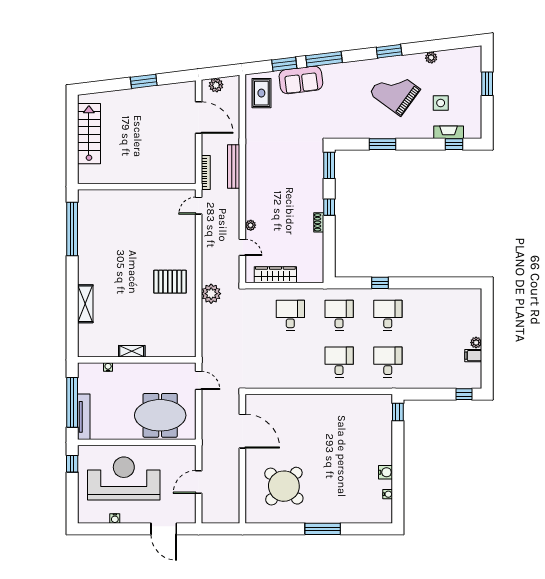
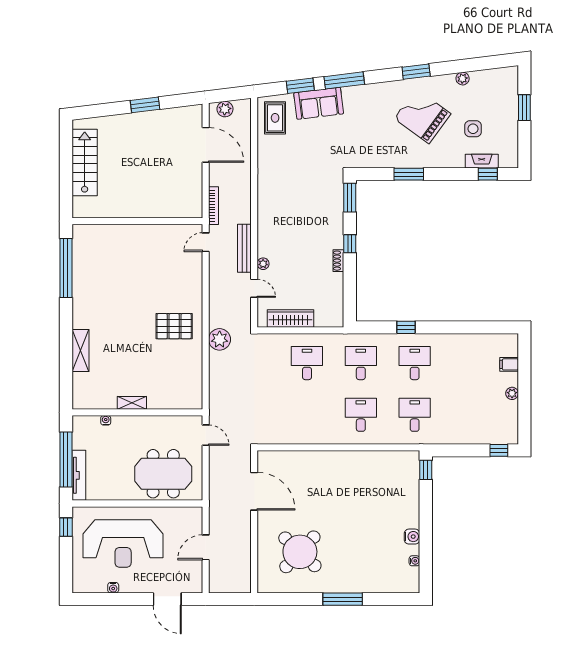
bench: (234, 166) -> (244, 248), moved
filing cabinet: (473, 356) -> (509, 364), moved
reception desk: (124, 478) -> (123, 543), turned 180

